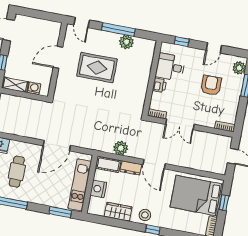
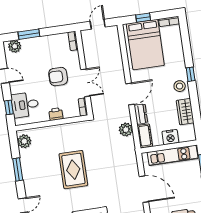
window: (118, 30) -> (18, 169), width x0.69
plant: (126, 42) -> (24, 141), moved
desk: (170, 67) -> (25, 105), moved, turned 90
rug: (97, 68) -> (73, 170), moved
armchair: (211, 85) -> (58, 77), moved

